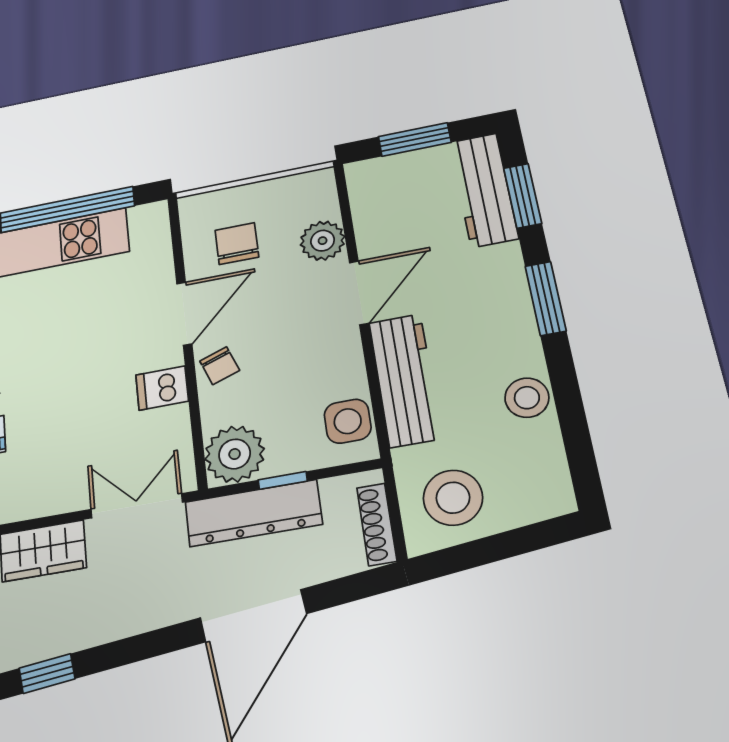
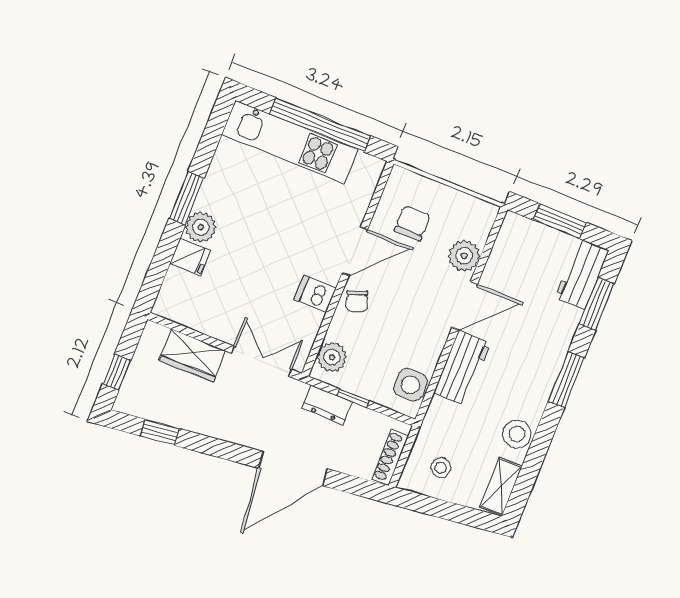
workbench: (484, 190) -> (582, 274), width x0.73
workbench: (405, 380) -> (462, 368), width x0.73
plant: (235, 454) -> (332, 357), width x0.73, depth x0.73
shelving: (551, 474) -> (501, 487), added
stool: (453, 498) -> (441, 468), width x0.53, depth x0.53
dresser: (253, 513) -> (327, 405), width x0.51, depth x0.80

